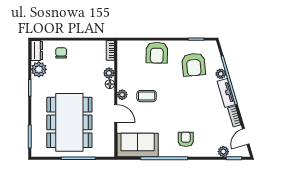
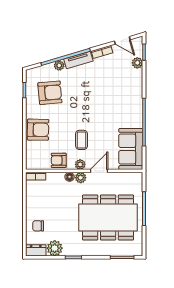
plant: (109, 73) -> (81, 178), moved
armchair: (186, 139) -> (59, 160), moved

